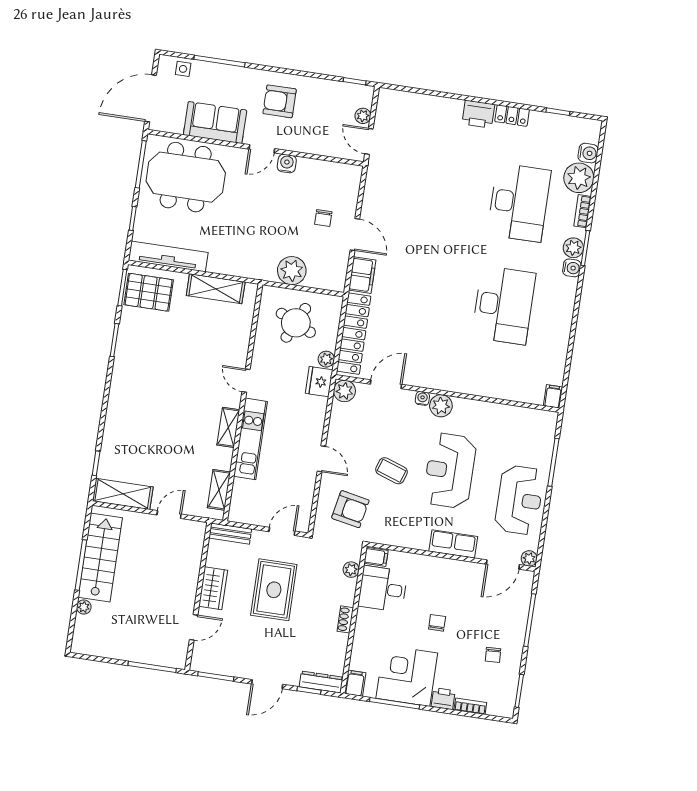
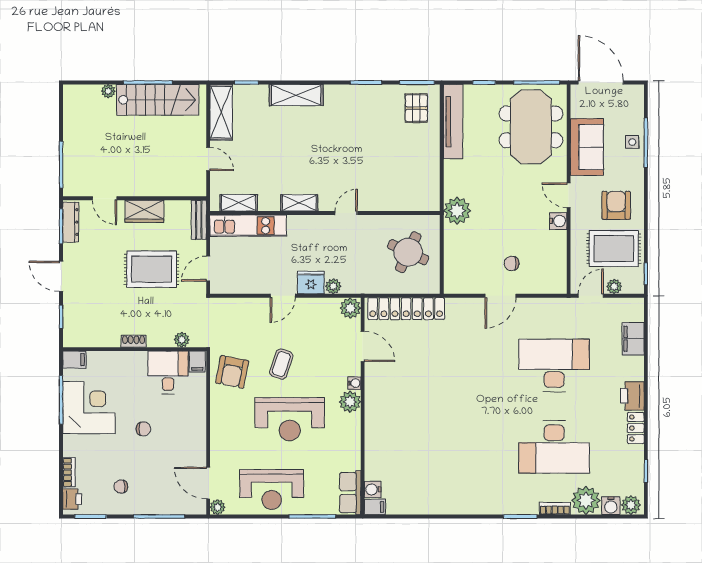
side table: (183, 69) -> (632, 142), moved
rug: (324, 110) -> (614, 249), added
plant: (573, 248) -> (631, 505), moved
water cooler: (572, 268) -> (373, 489), moved, turned 90
plant: (292, 271) -> (457, 211), moved
filing cabinet: (362, 275) -> (633, 339), moved, turned 90
shelving: (216, 289) -> (296, 95), moved, turned 90
pallet: (149, 292) -> (416, 108), width x0.67, depth x0.71
desk: (504, 305) -> (554, 365), moved, turned 180
plant: (326, 359) -> (333, 286), moved
fridge: (319, 382) -> (311, 283), moved
kitchen unit: (250, 439) -> (248, 226), moved
reception desk: (450, 471) -> (290, 419), turned 180
armchair: (350, 509) -> (232, 372), moved
door: (282, 531) -> (208, 269), swing flipped
row of seats: (453, 544) -> (350, 493), moved, turned 180
dresser: (321, 682) -> (71, 222), moved
printer: (443, 699) -> (72, 499), moved

